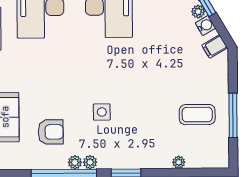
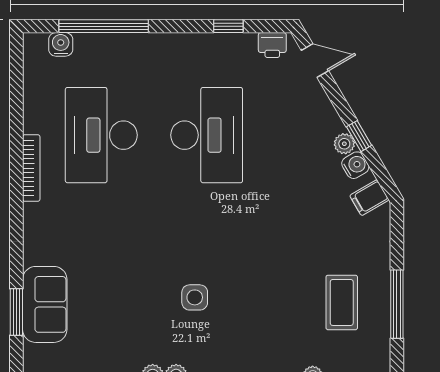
coffee table: (197, 115) -> (342, 302), turned 90
armchair: (51, 132) -> (116, 328), removed

